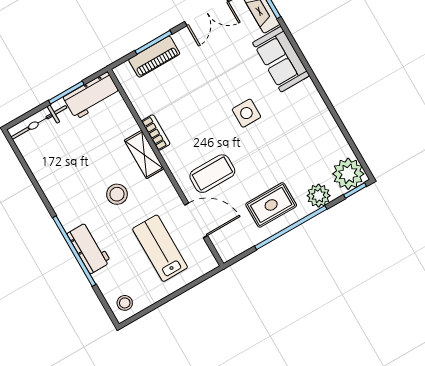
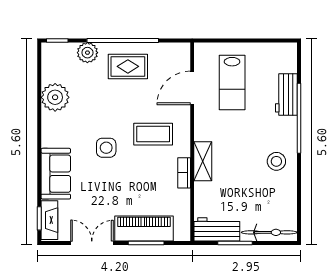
piano: (154, 57) -> (144, 229), width x1.37, depth x1.33
coffee table: (212, 174) -> (153, 134), moved
plant: (348, 174) -> (55, 97), moved
stool: (117, 194) -> (276, 161), moved
door: (196, 220) -> (192, 88), hinge flipped
workbench: (89, 248) -> (286, 95), moved
stool: (125, 303) -> (283, 56), removed

